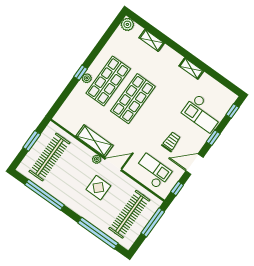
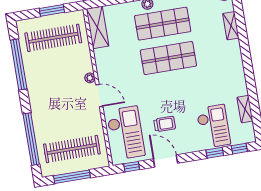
shelving: (191, 69) -> (245, 109), moved
checkout: (203, 113) -> (213, 126), turned 180
window: (213, 138) -> (215, 153), moved
shelving: (94, 141) -> (97, 27), moved
checkout: (153, 171) -> (126, 133), width x1.36, depth x1.21
display table: (98, 188) -> (68, 102), removed
window: (153, 222) -> (72, 177), moved

